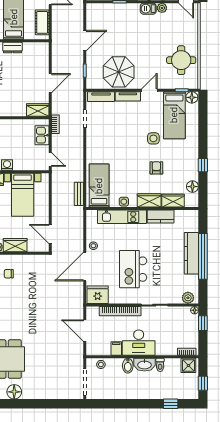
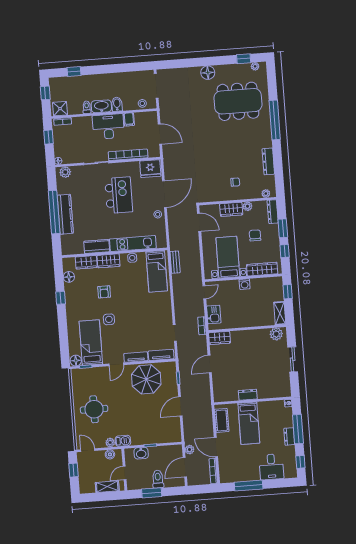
round table: (181, 60) -> (94, 409), moved
door: (50, 160) -> (204, 292), swing flipped
window: (203, 323) -> (48, 137), moved
floor lamp: (14, 392) -> (208, 73), moved

